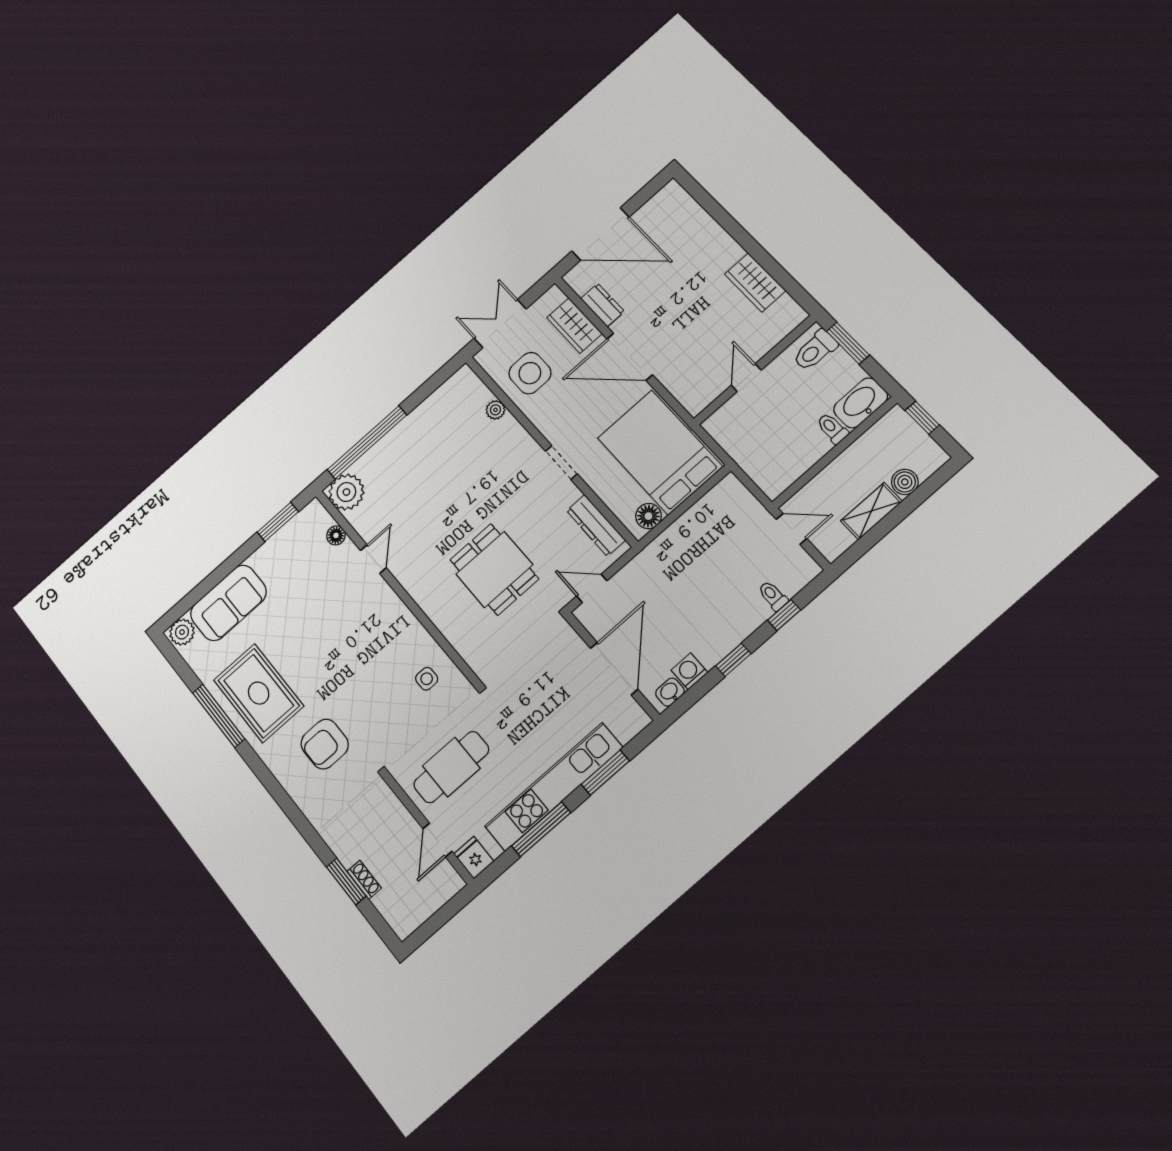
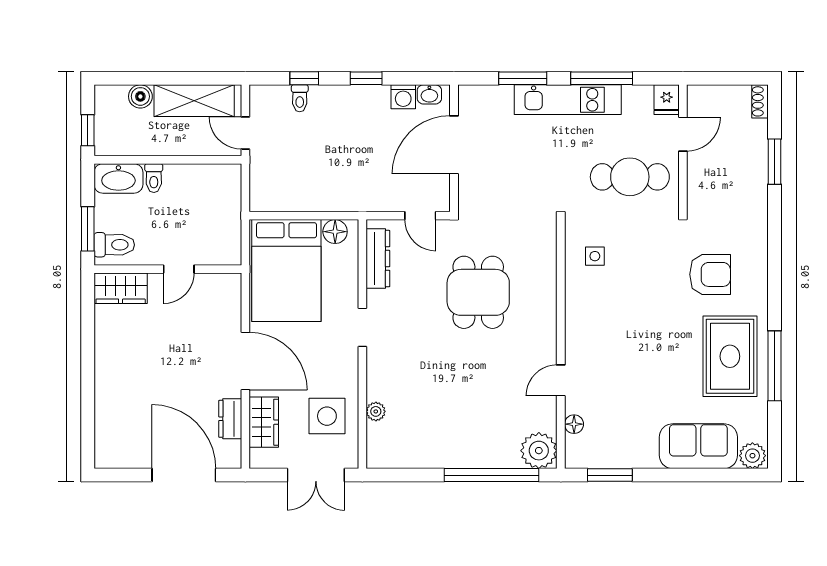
wardrobe: (755, 282) -> (121, 288), moved, turned 90
shelving: (871, 511) -> (194, 101), width x1.50, depth x1.33
kitchen unit: (554, 787) -> (568, 100), width x0.73
shoe rack: (364, 880) -> (760, 101), moved

